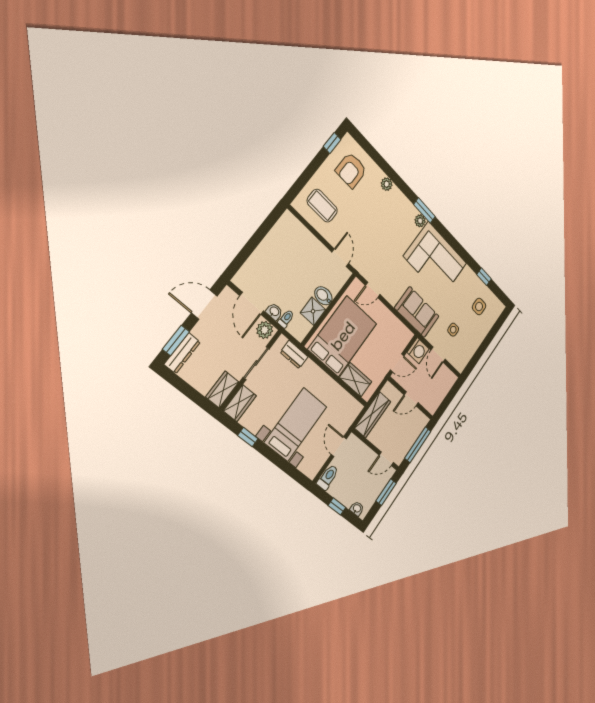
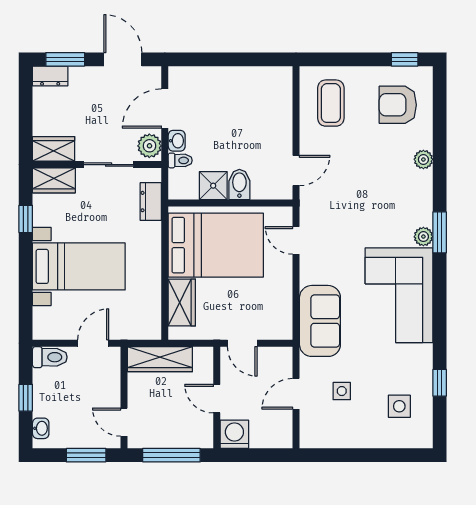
washing machine: (418, 351) -> (234, 434), moved, turned 180
dresser: (182, 353) -> (50, 76), width x0.70

